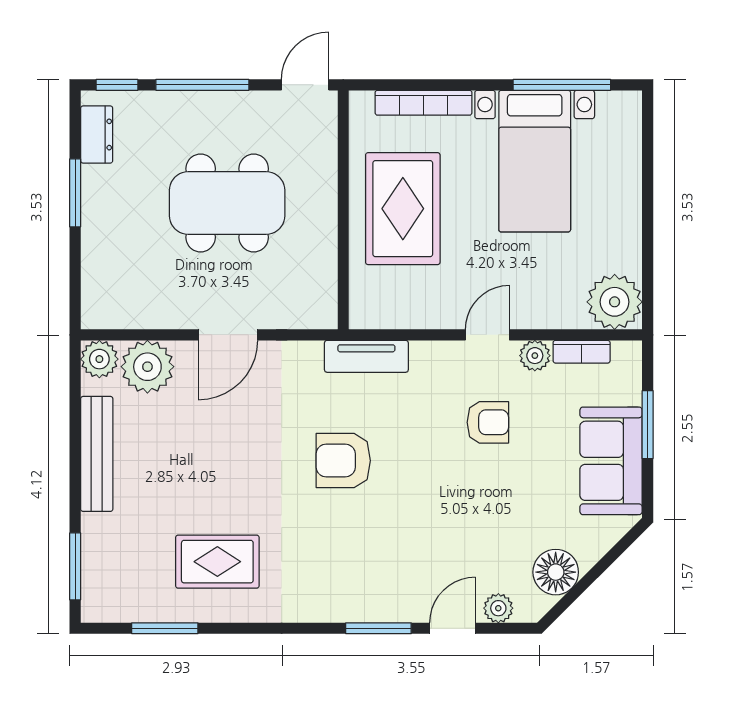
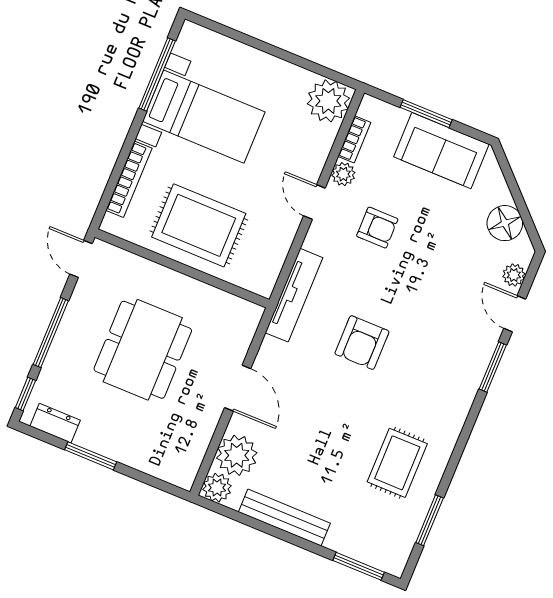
tv unit: (366, 356) -> (294, 295), width x1.41
armchair: (488, 422) -> (377, 228), turned 90

